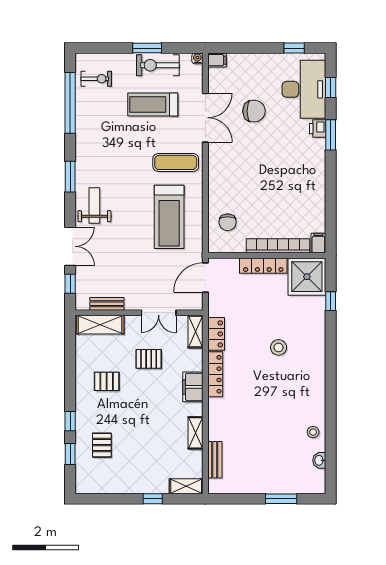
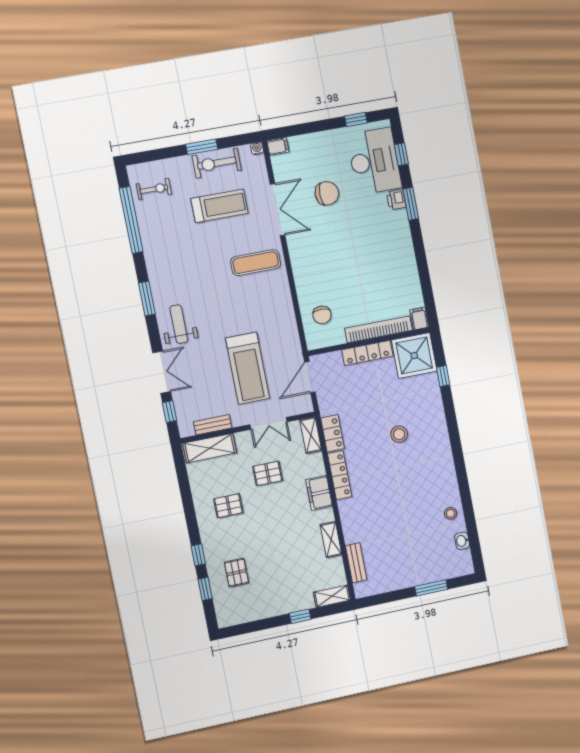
treadmill: (153, 105) -> (220, 206), turned 180
treadmill: (169, 217) -> (248, 368), moved

